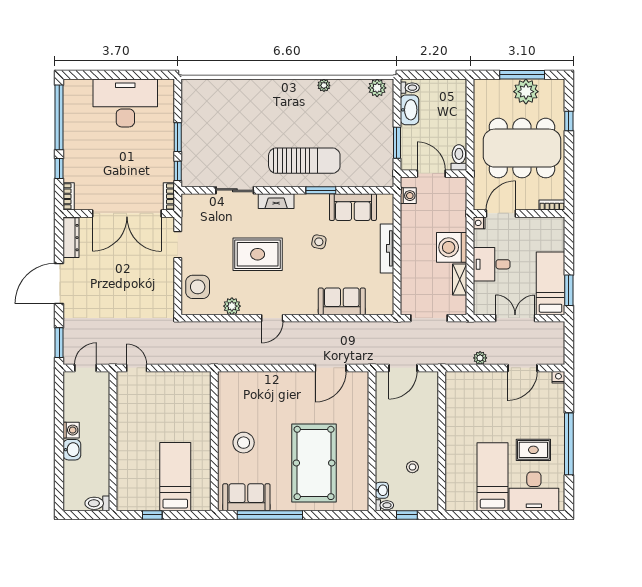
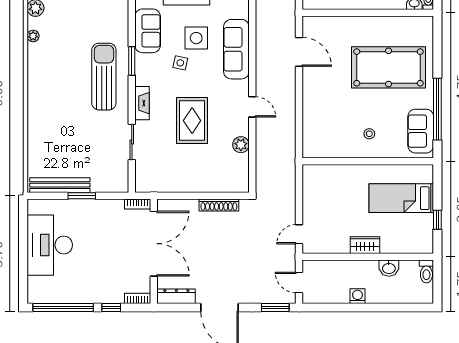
plant: (324, 85) -> (33, 36), moved
bench: (189, 114) -> (60, 185), added
window: (178, 171) -> (114, 196), removed
doorway: (178, 245) -> (183, 196), removed
shoe rack: (168, 283) -> (219, 205), added
side table: (198, 287) -> (196, 38), moved
sofa: (342, 301) -> (236, 49), width x1.36
wardrobe: (125, 438) -> (365, 245), added
stool: (244, 443) -> (369, 134), width x0.53, depth x0.53
washbasin: (72, 450) -> (389, 268), moved, turned 180

